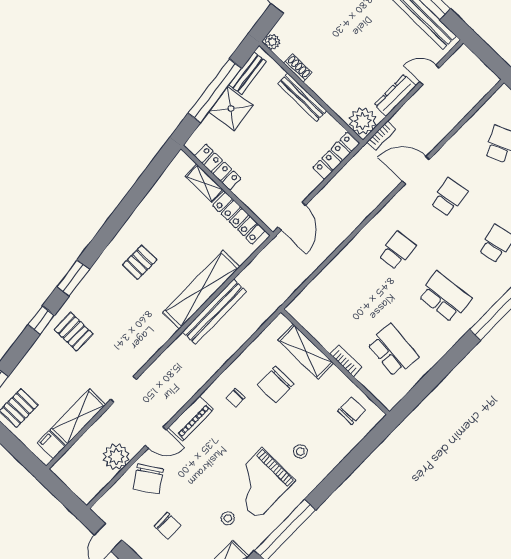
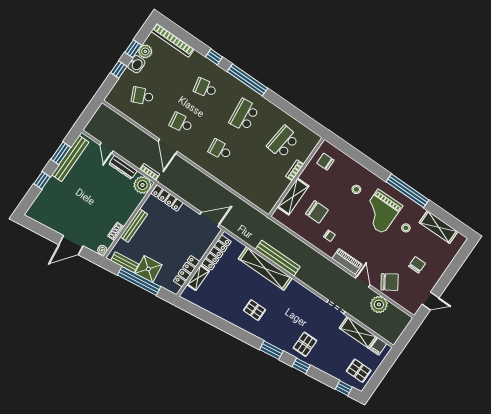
grand piano: (260, 483) -> (381, 211), turned 90

